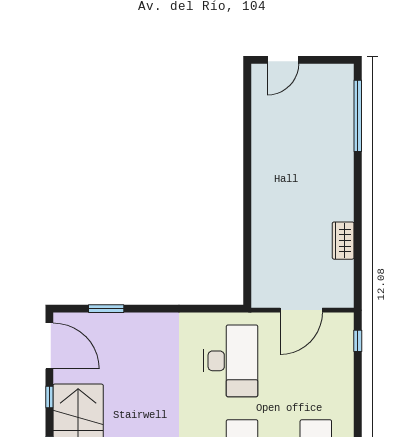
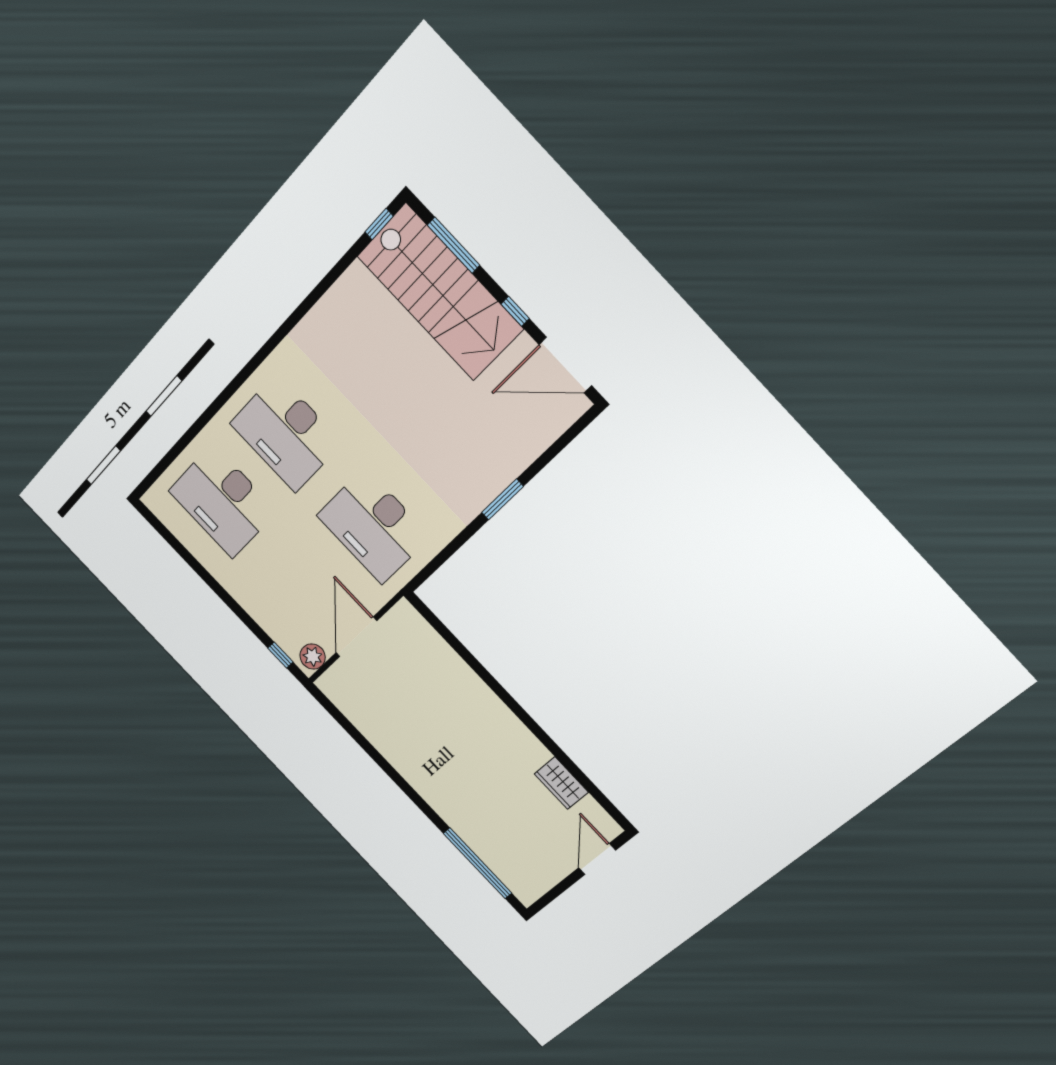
wardrobe: (343, 241) -> (561, 783), moved, turned 180
window: (106, 309) -> (502, 499), moved
plant: (339, 323) -> (313, 657), added

